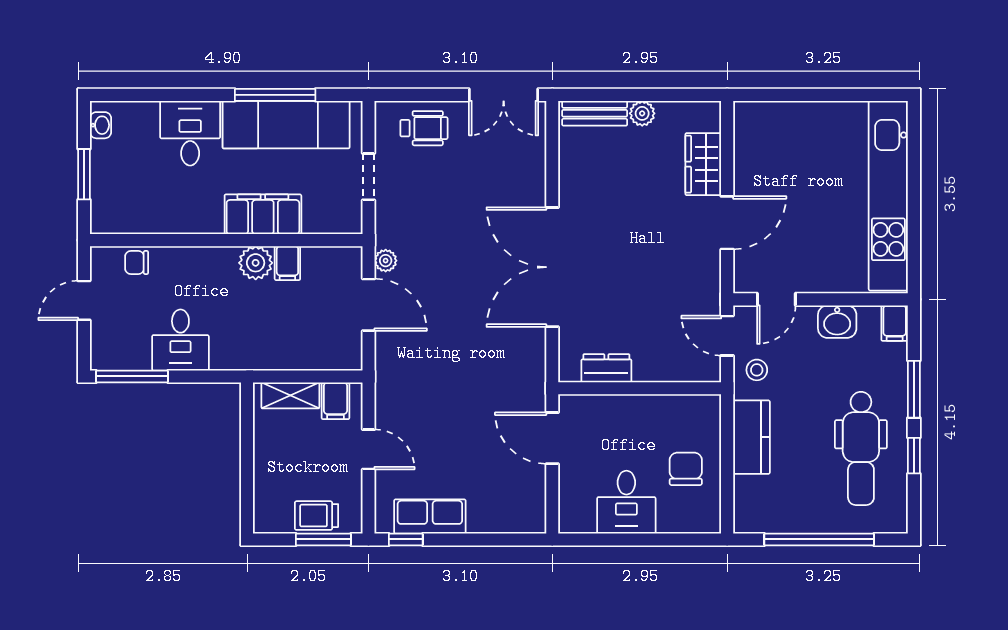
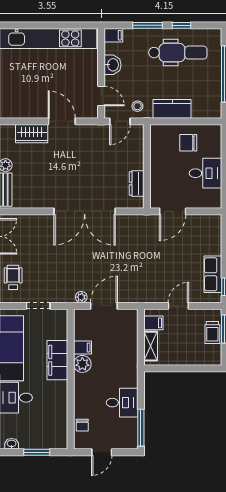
door: (84, 300) -> (102, 452), hinge flipped

